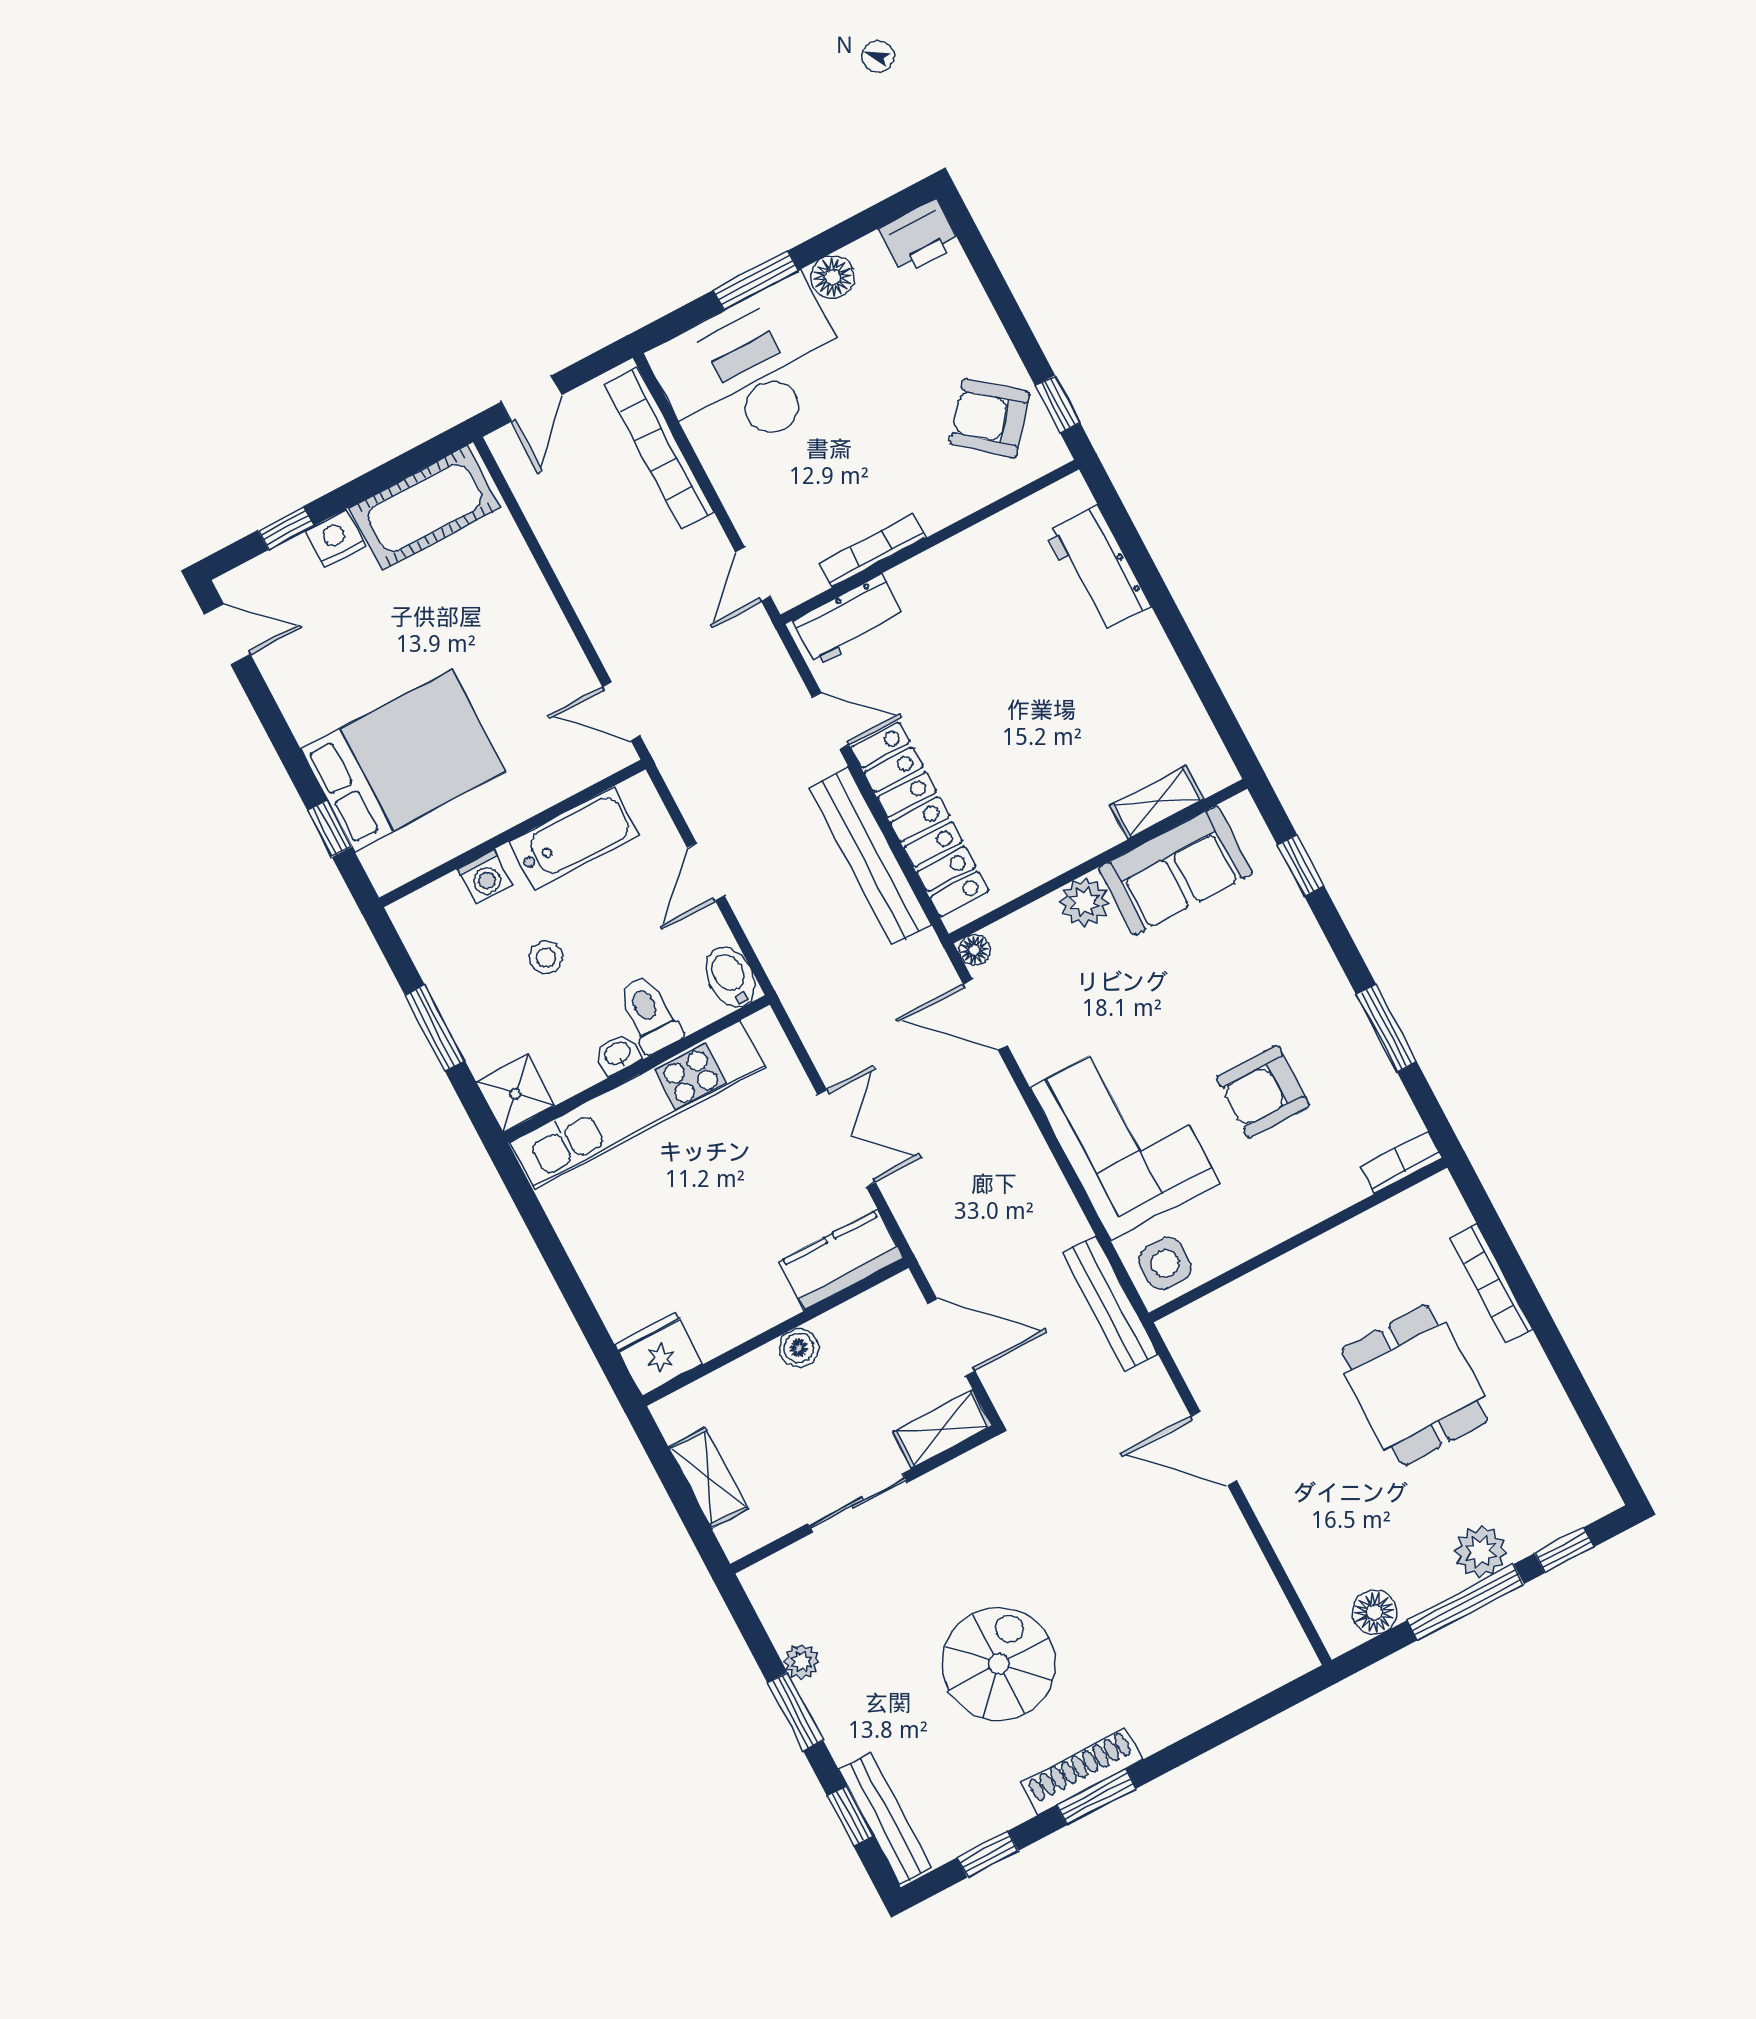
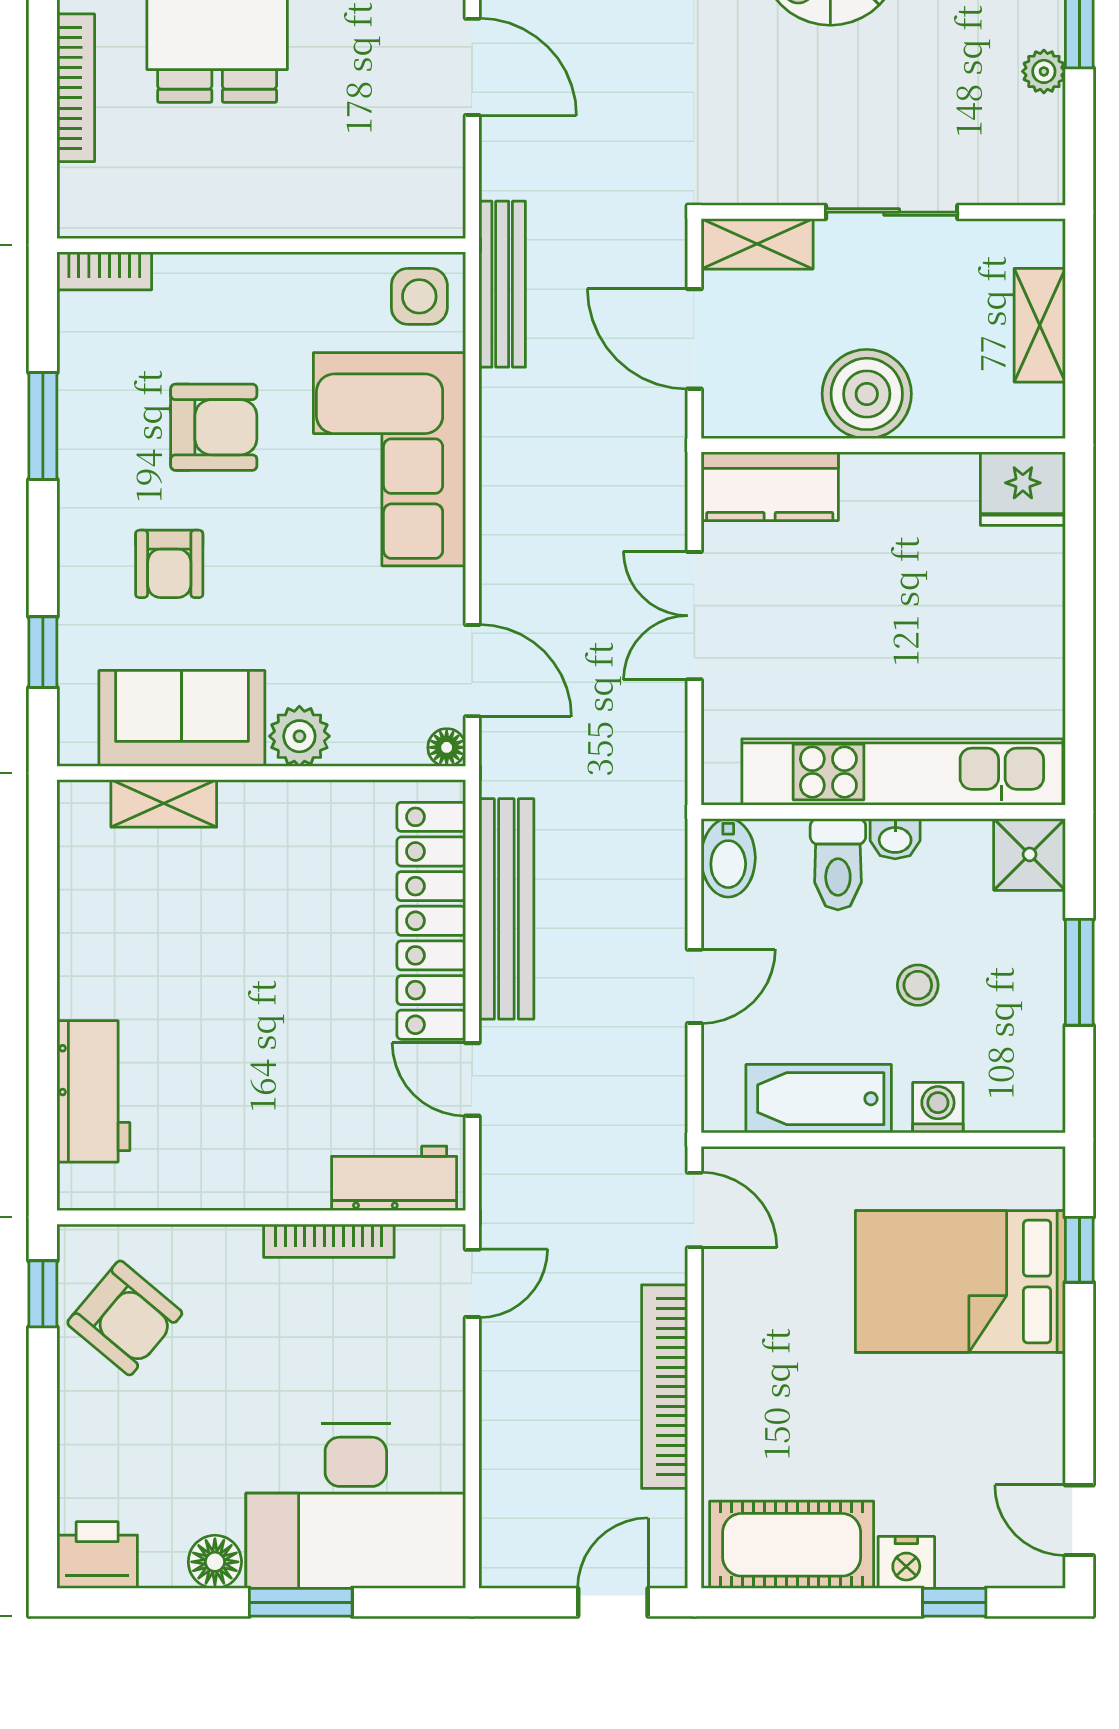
bookcase: (659, 448) -> (665, 1387), moved, turned 180
armchair: (1243, 977) -> (169, 564), added
boiler: (799, 1348) -> (867, 394), width x1.86, depth x1.86

